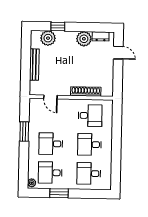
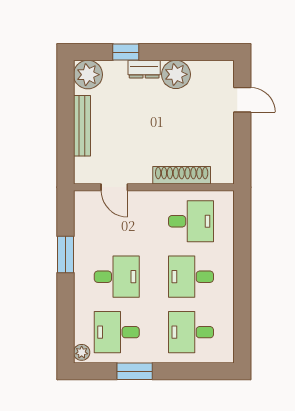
dresser: (101, 36) -> (144, 69), moved
plant: (48, 38) -> (88, 75), moved
desk: (51, 144) -> (117, 277), turned 180

